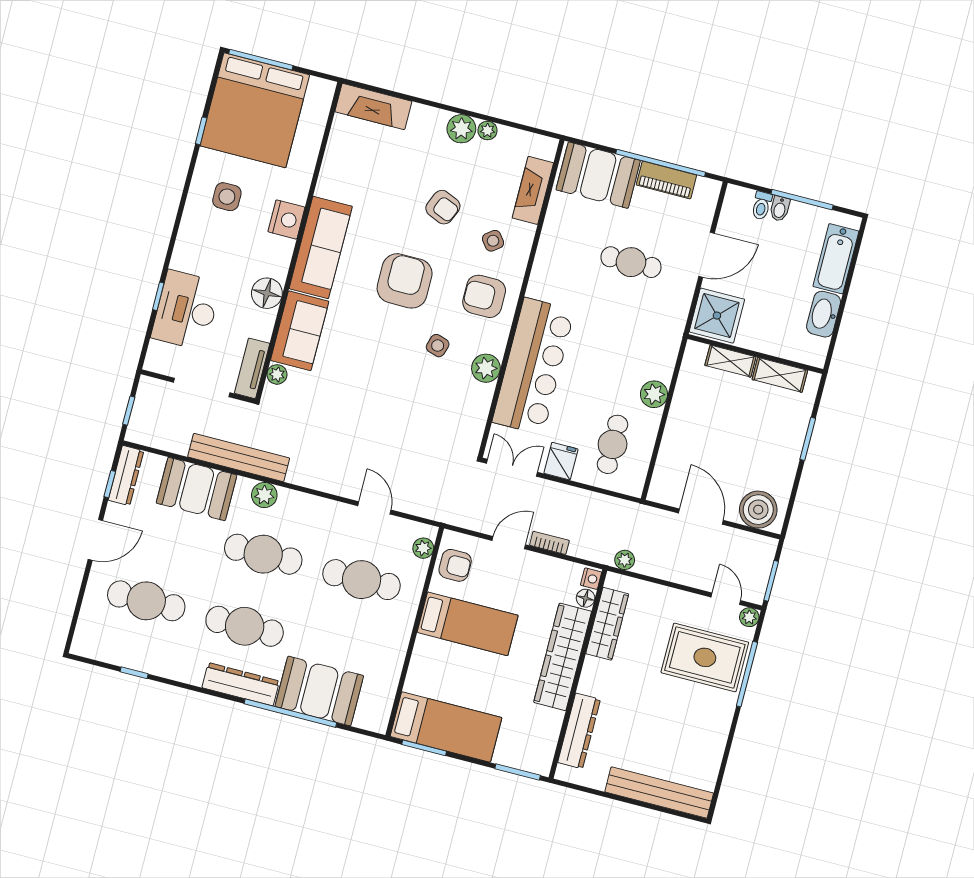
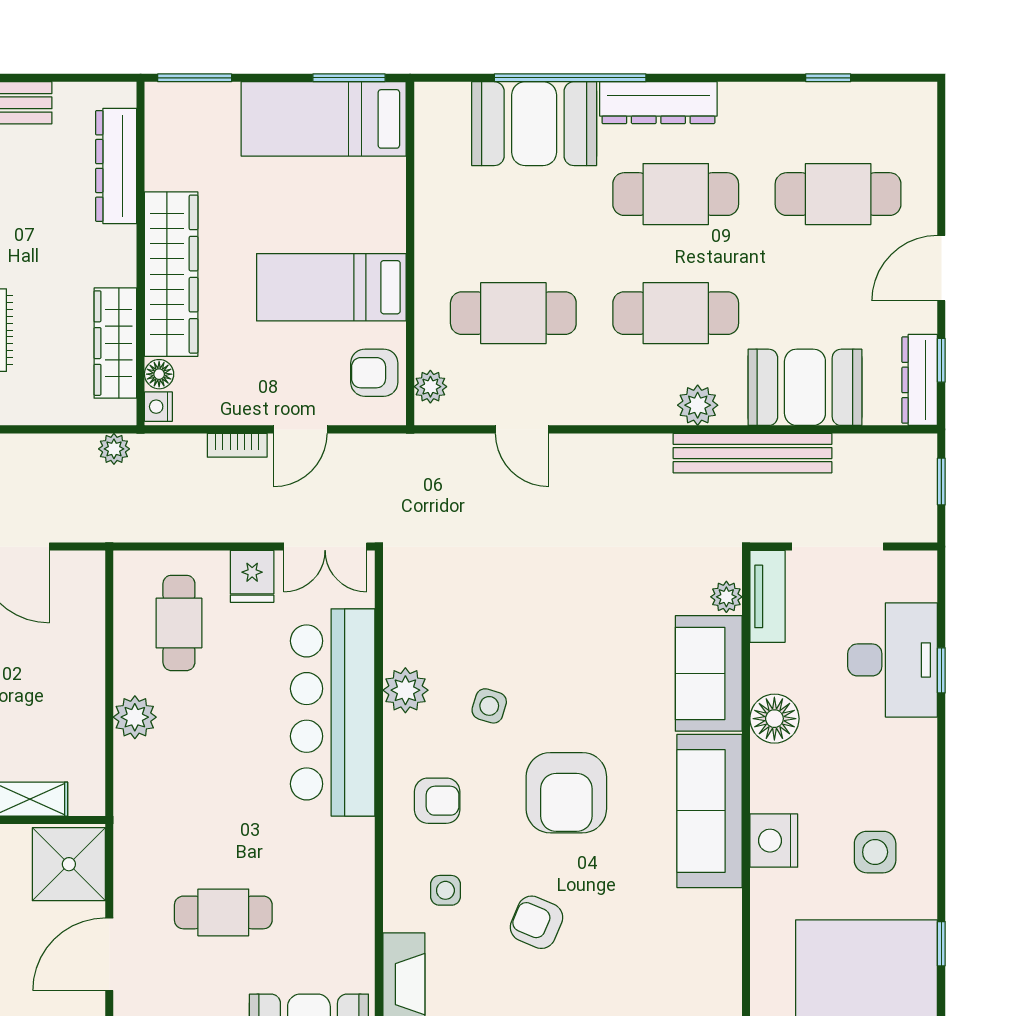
side table: (493, 241) -> (445, 890), turned 37
armchair: (484, 296) -> (437, 801), width x0.72, depth x0.72

